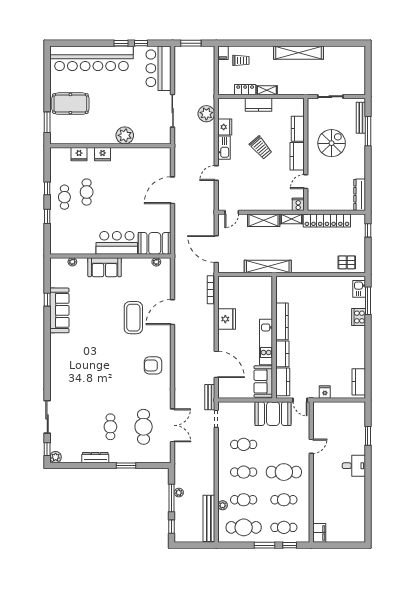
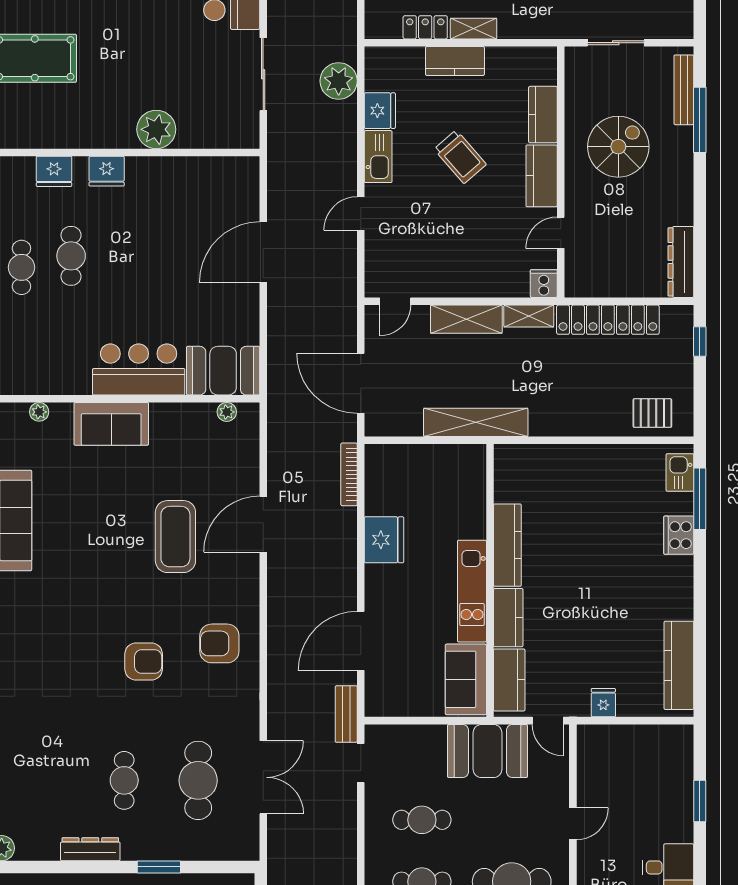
door: (216, 364) -> (361, 641), swing flipped
armchair: (119, 374) -> (144, 662), added
kitchen counter: (359, 382) -> (679, 665), width x1.50

